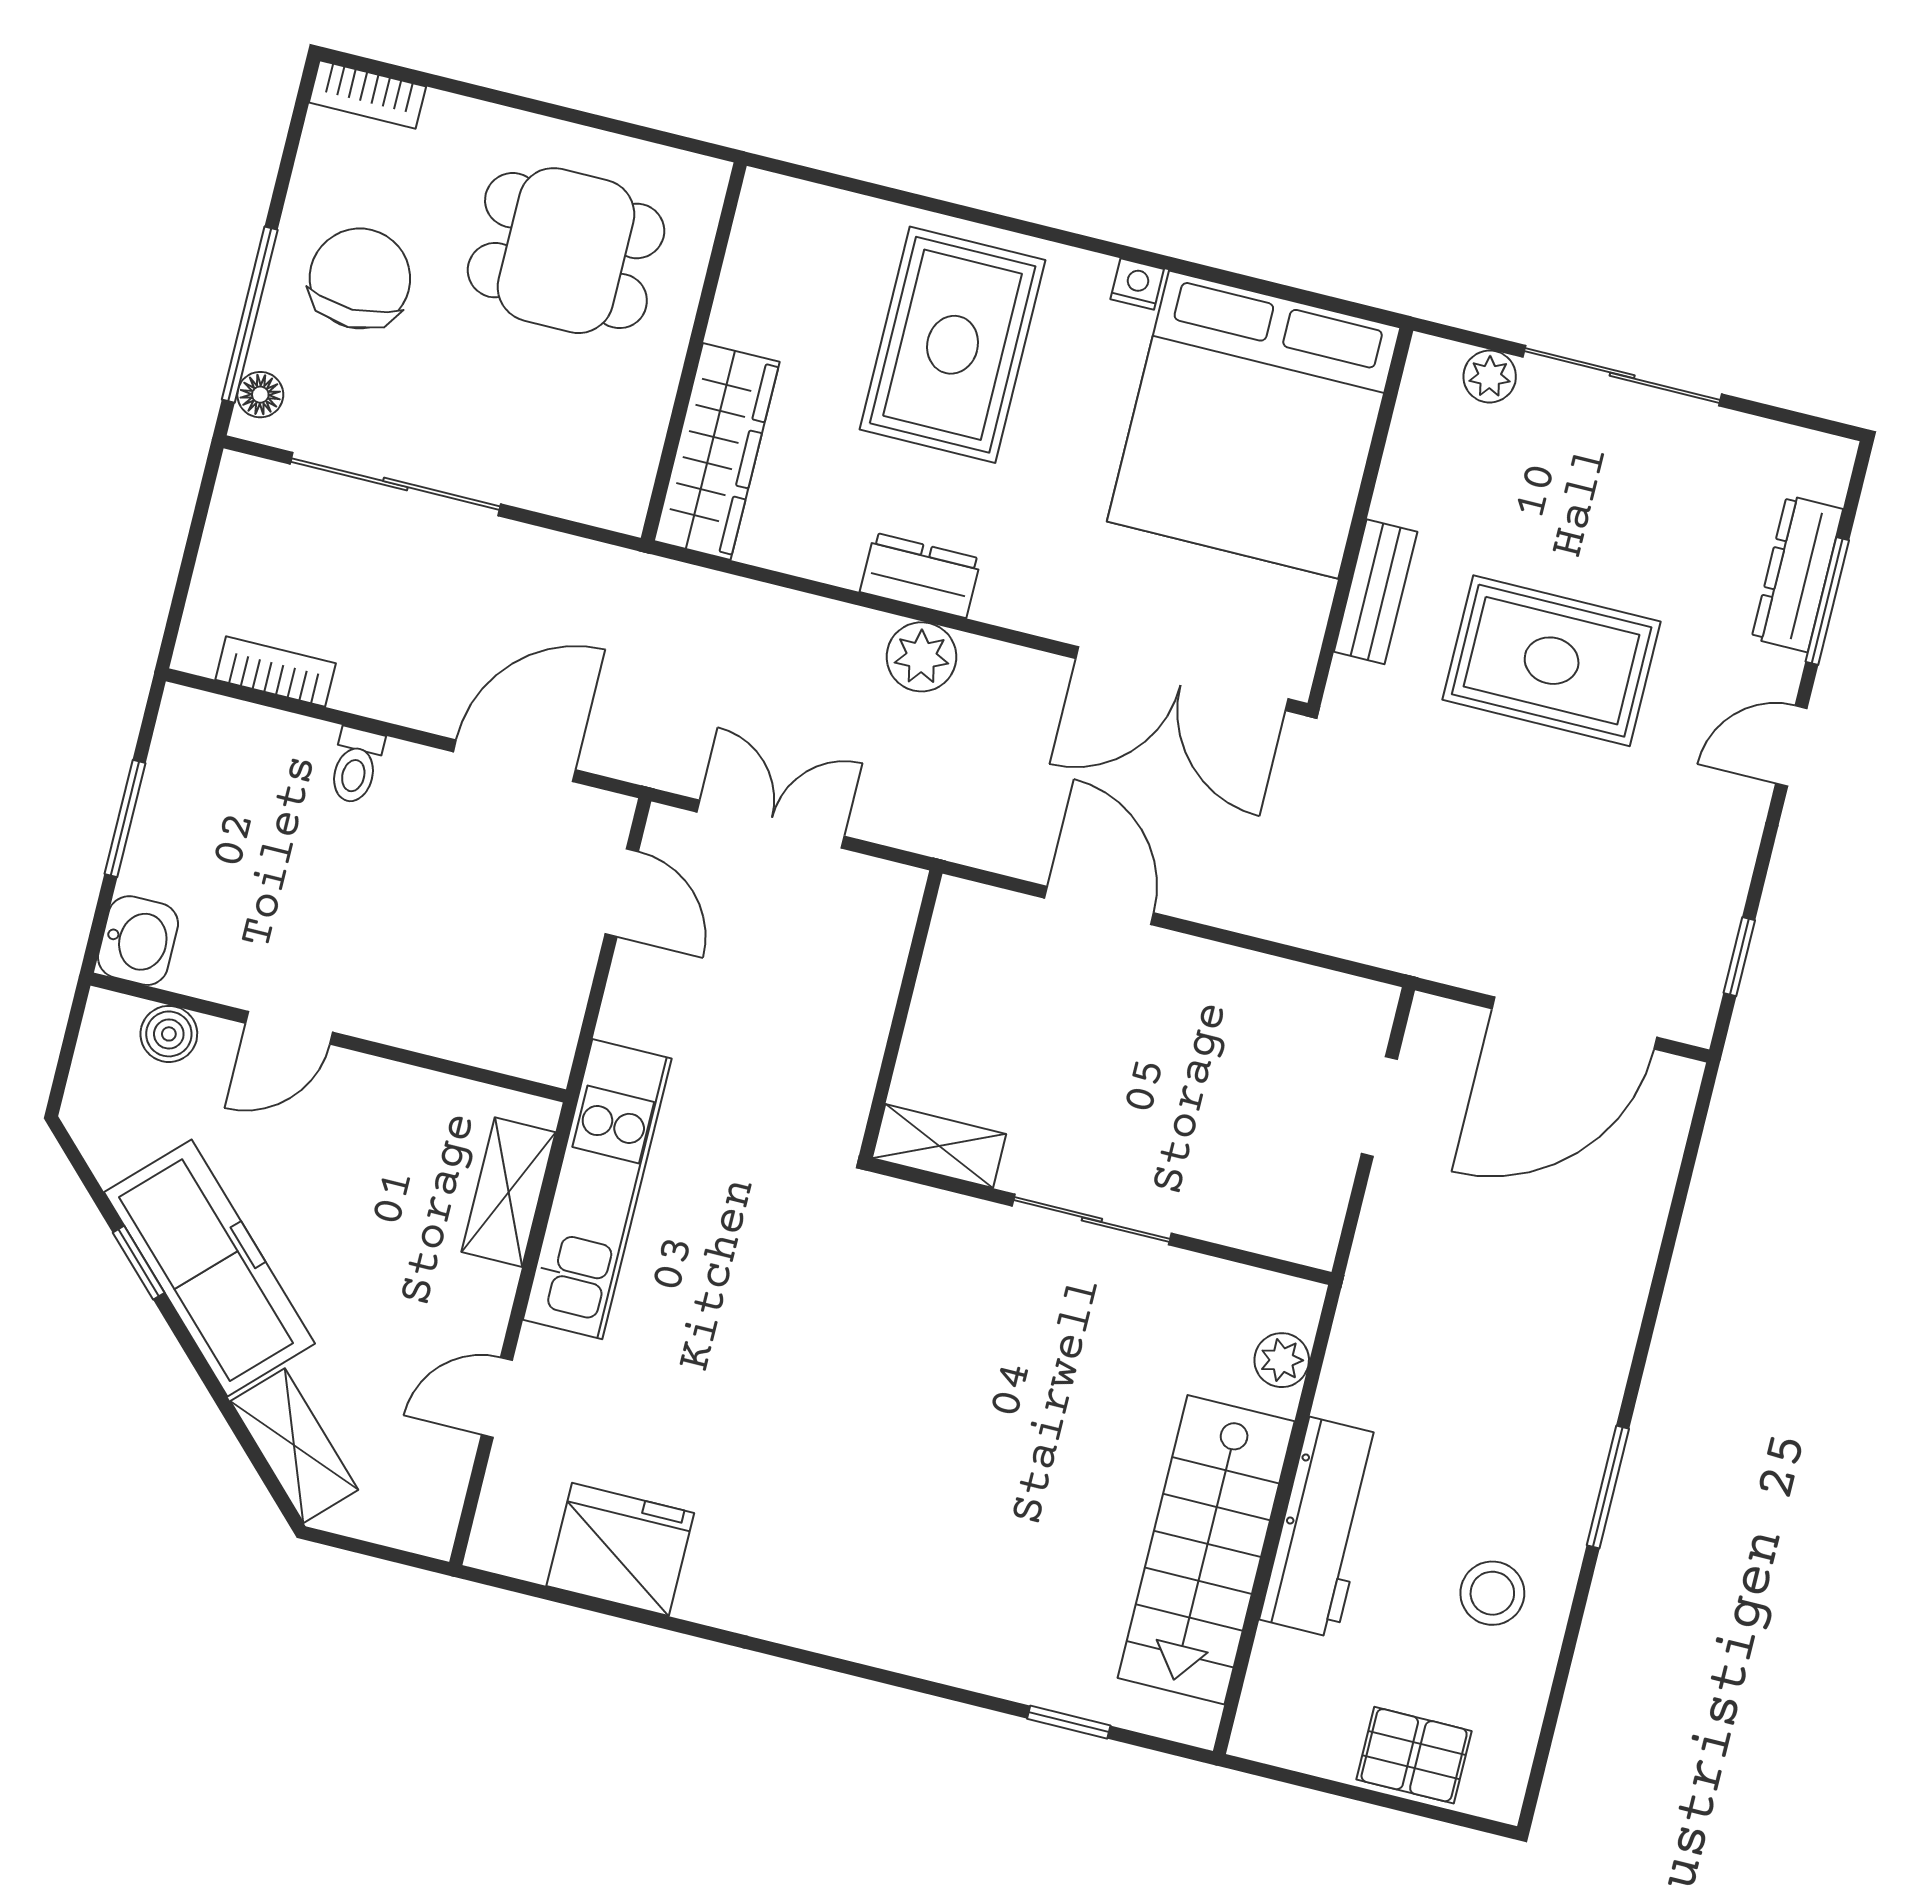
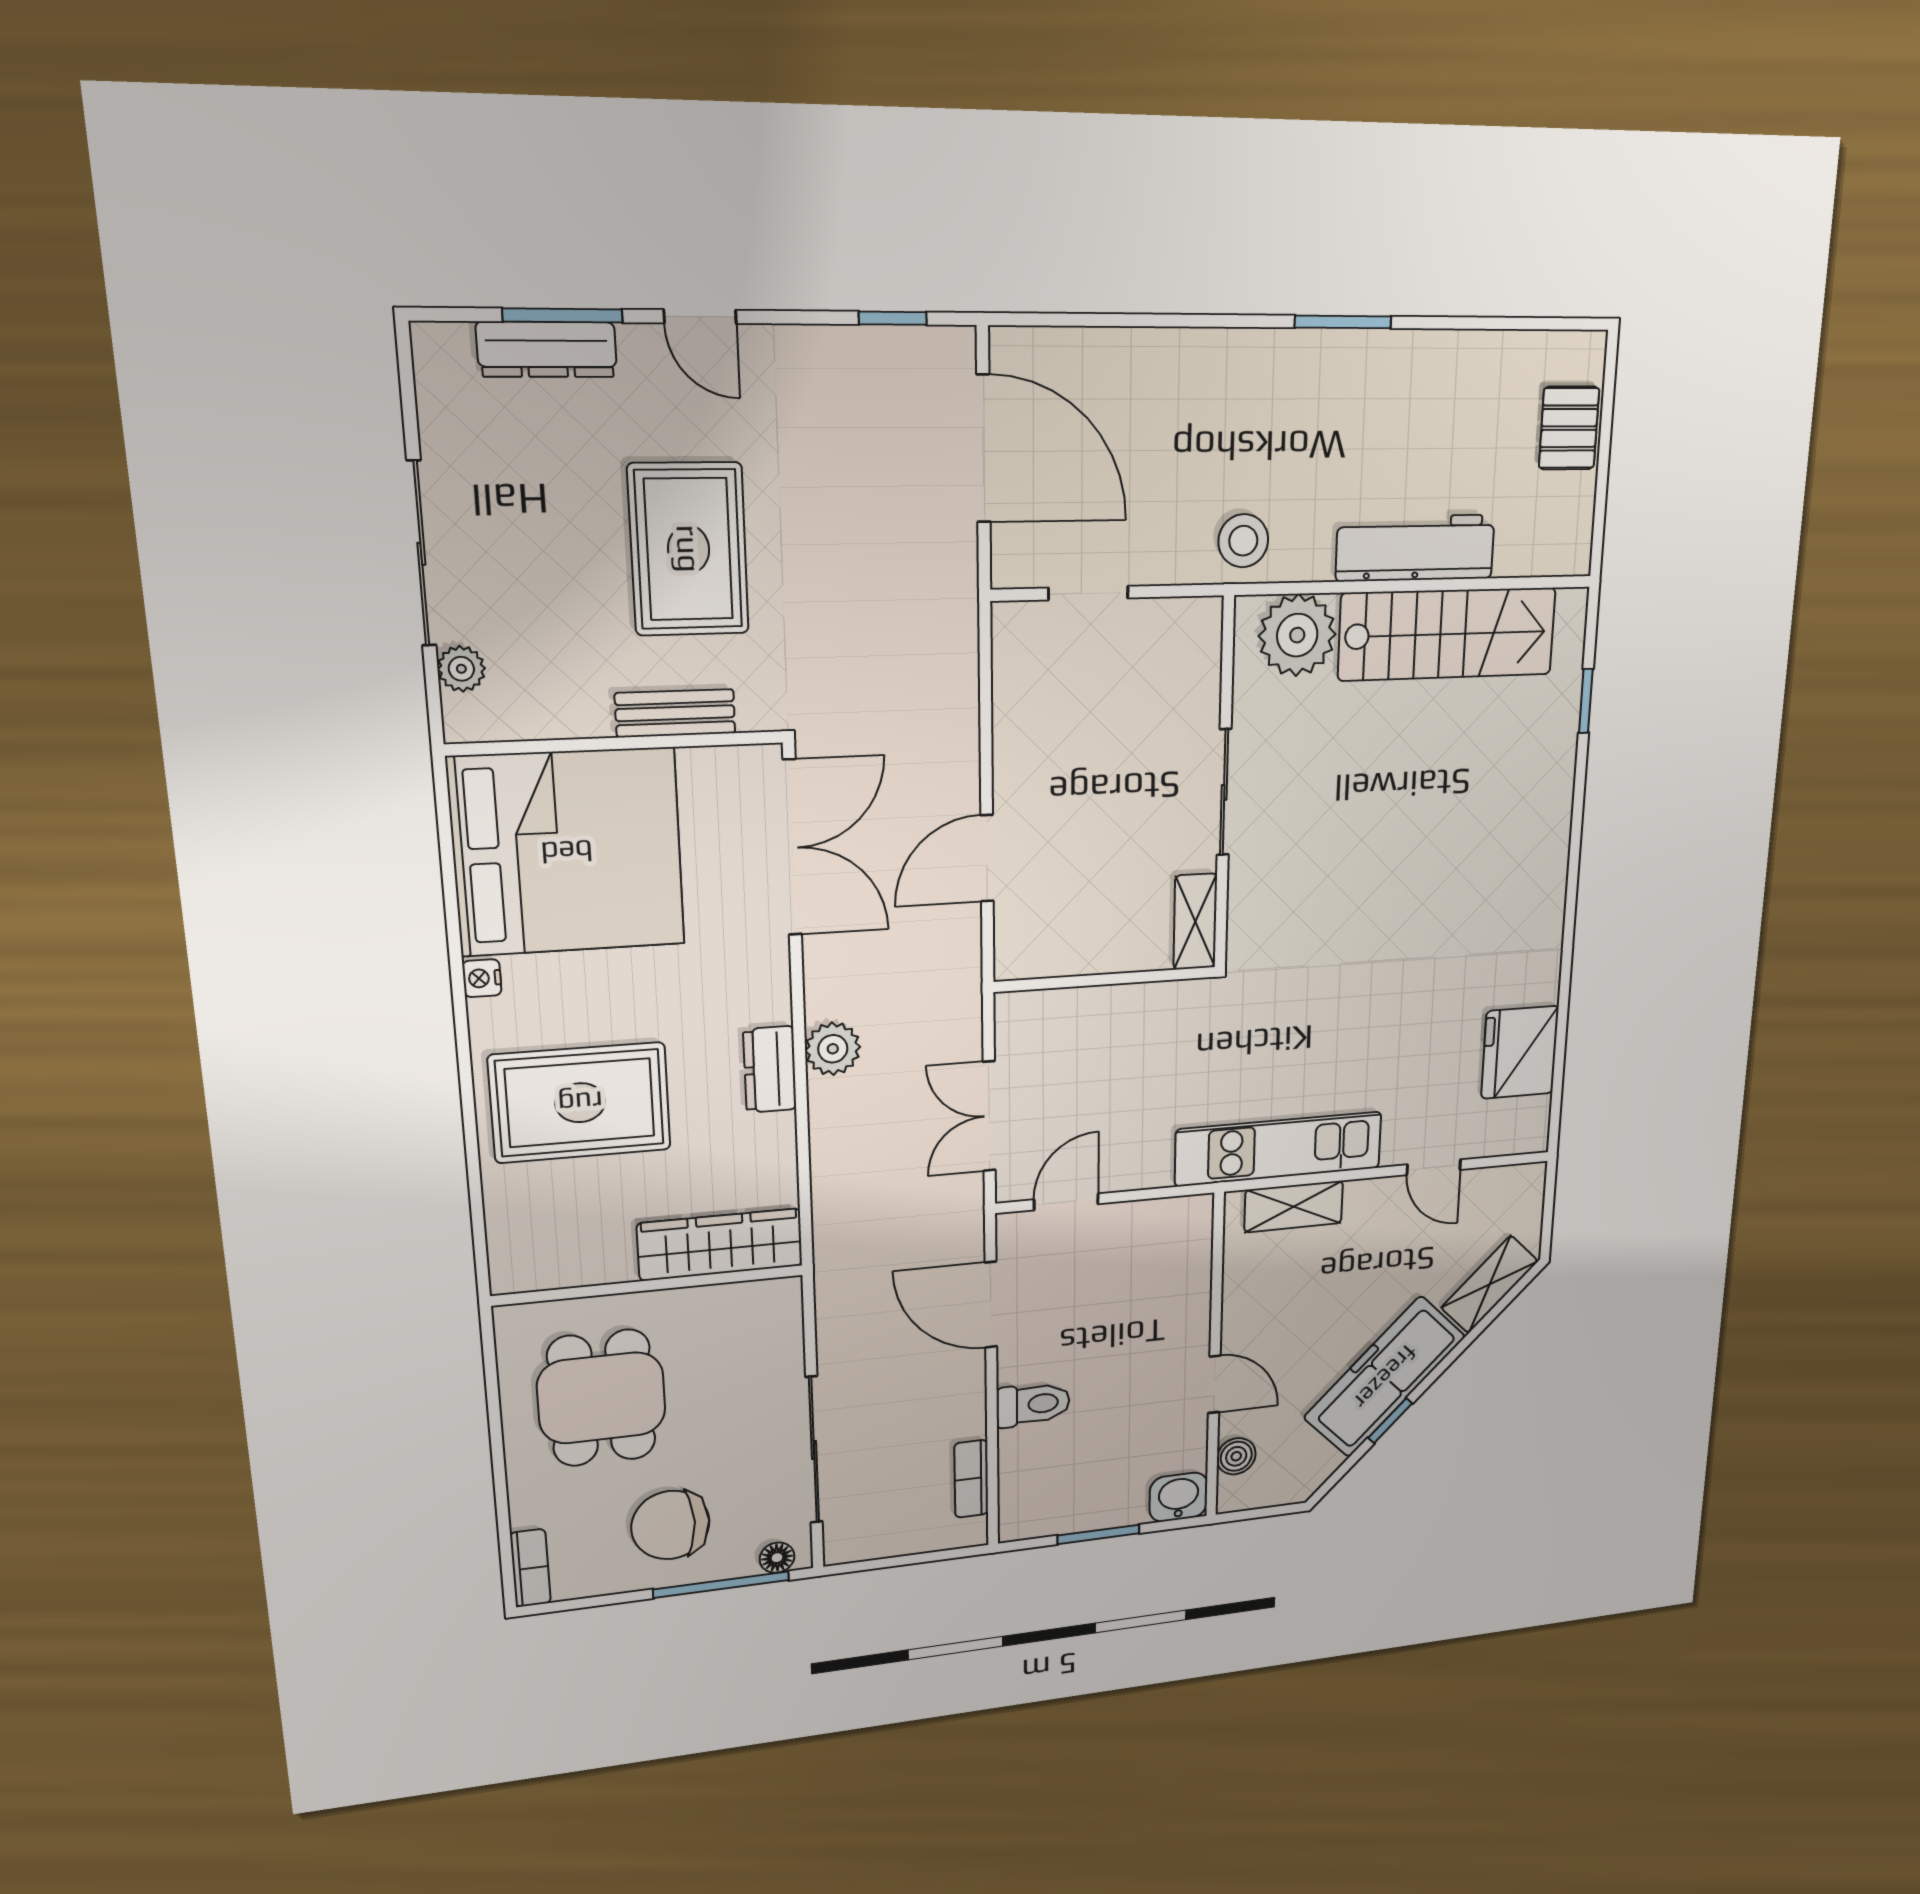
toilet: (356, 766) -> (1033, 1404), width x1.37, depth x1.39
plant: (1282, 1360) -> (1297, 635), width x1.88, depth x1.88
stool: (1492, 1593) -> (1243, 541), moved

